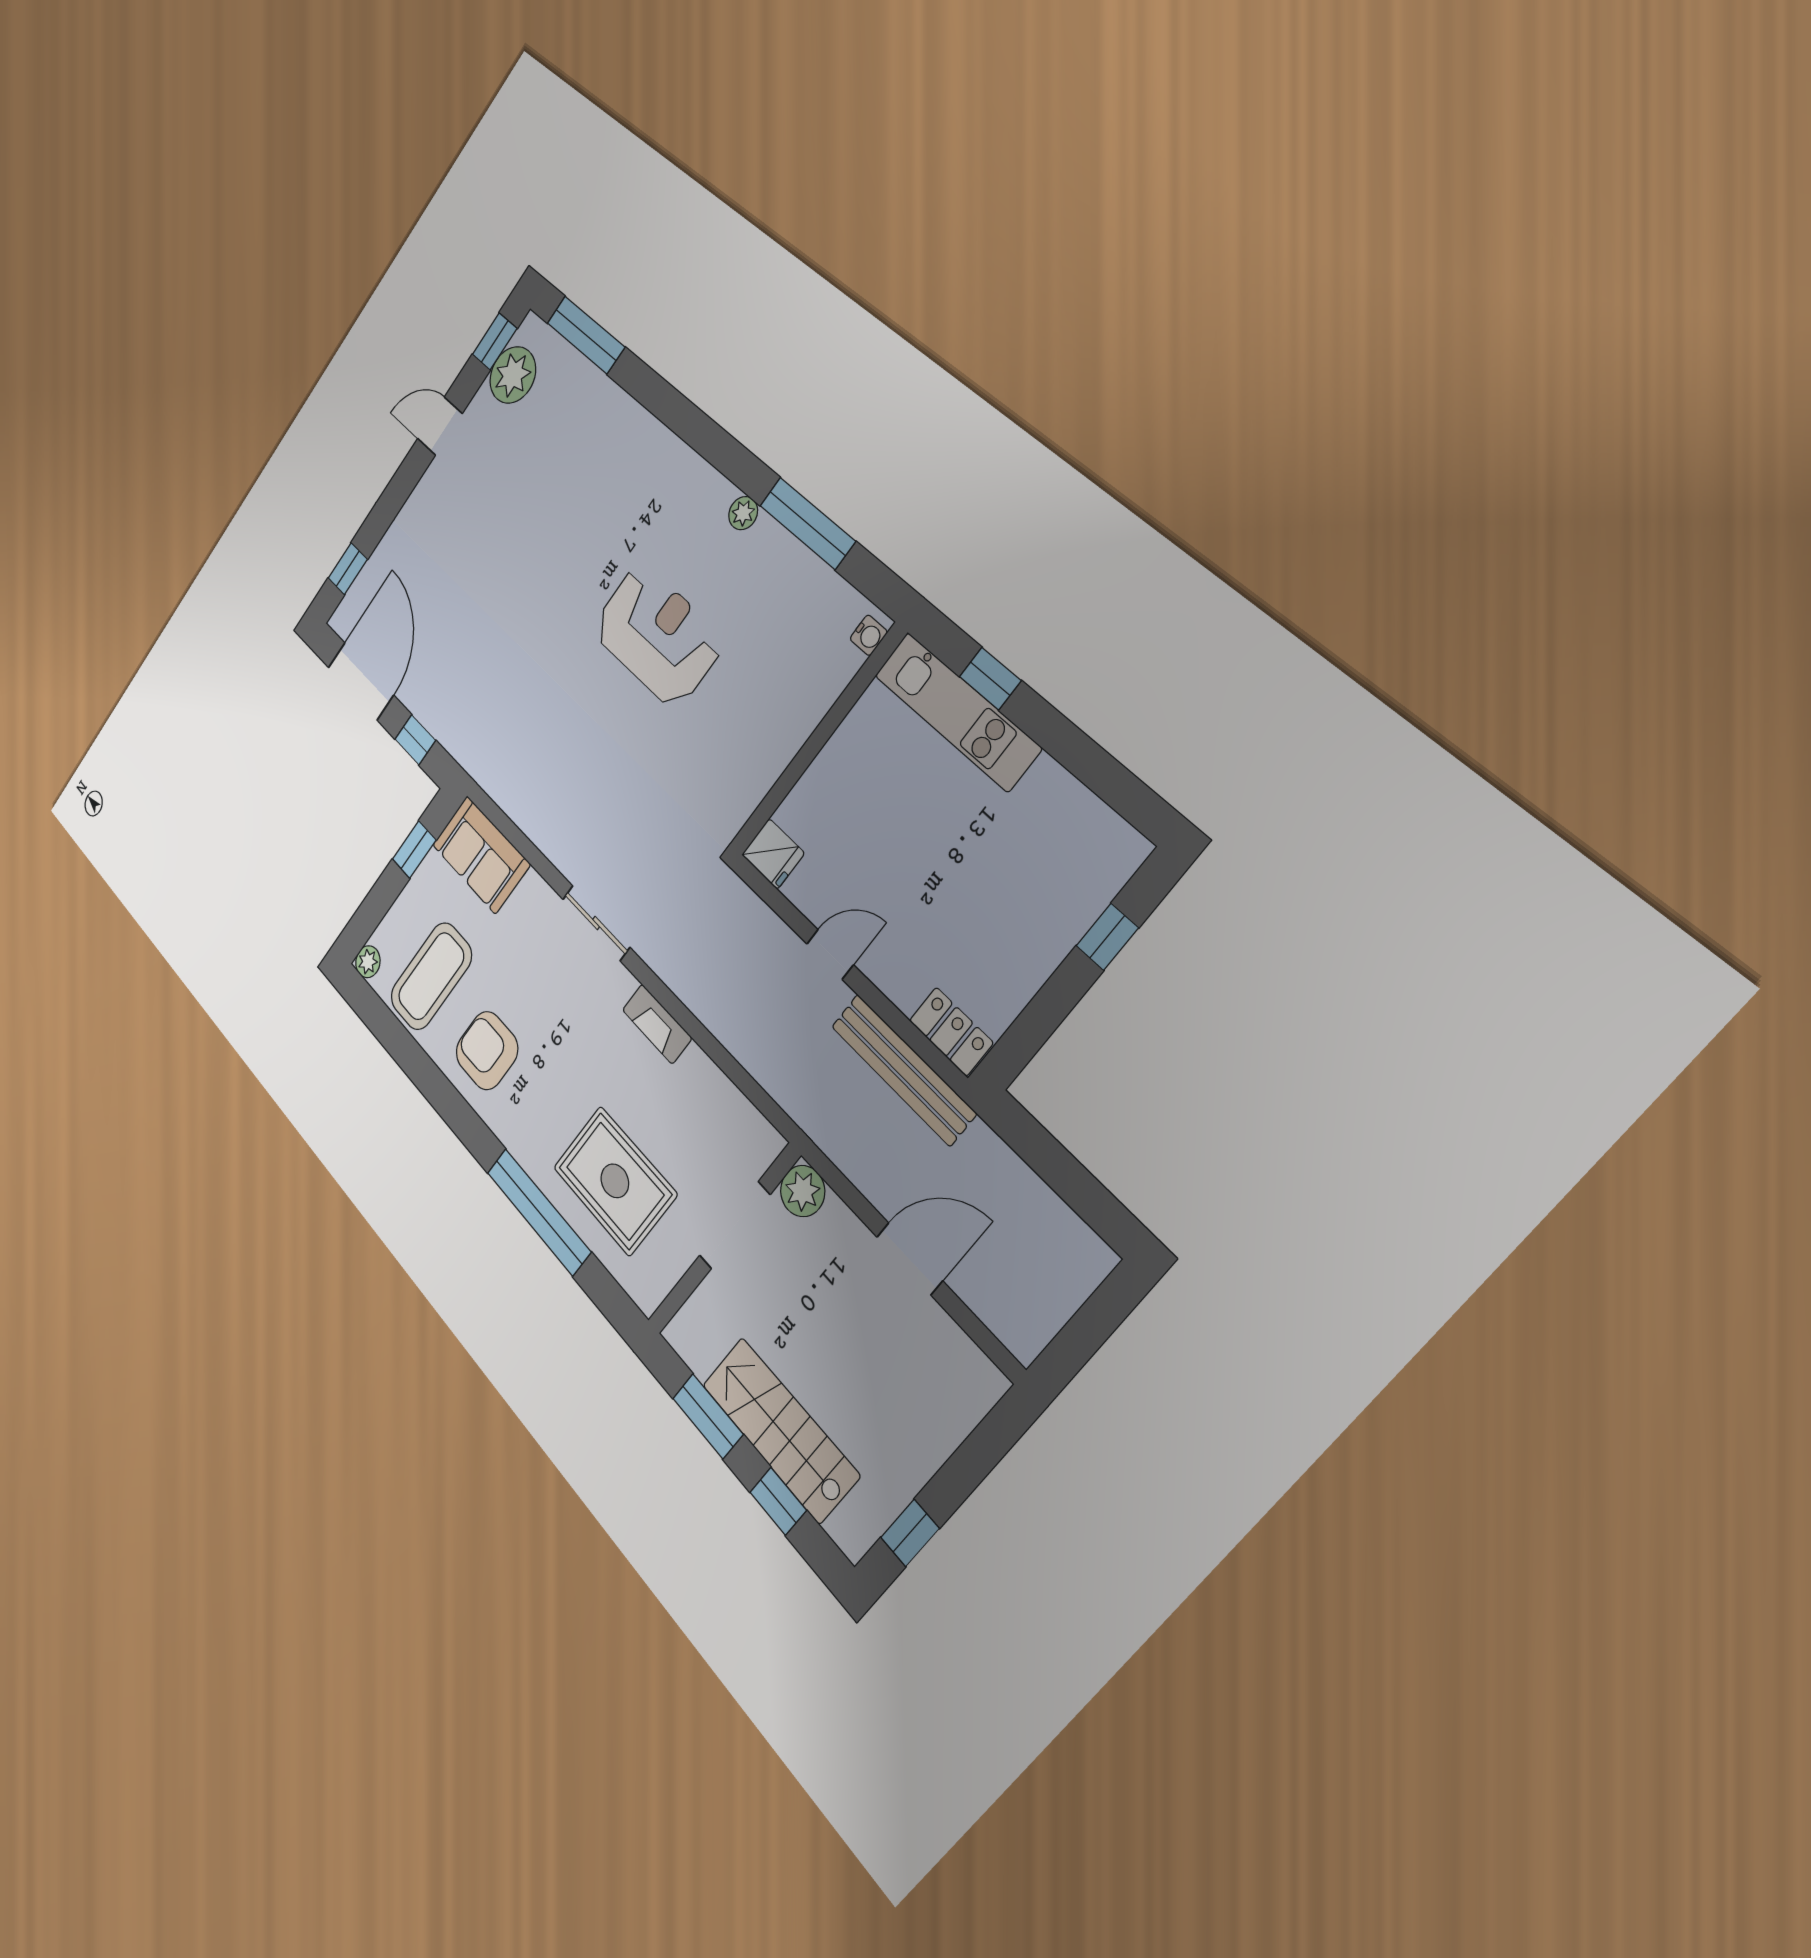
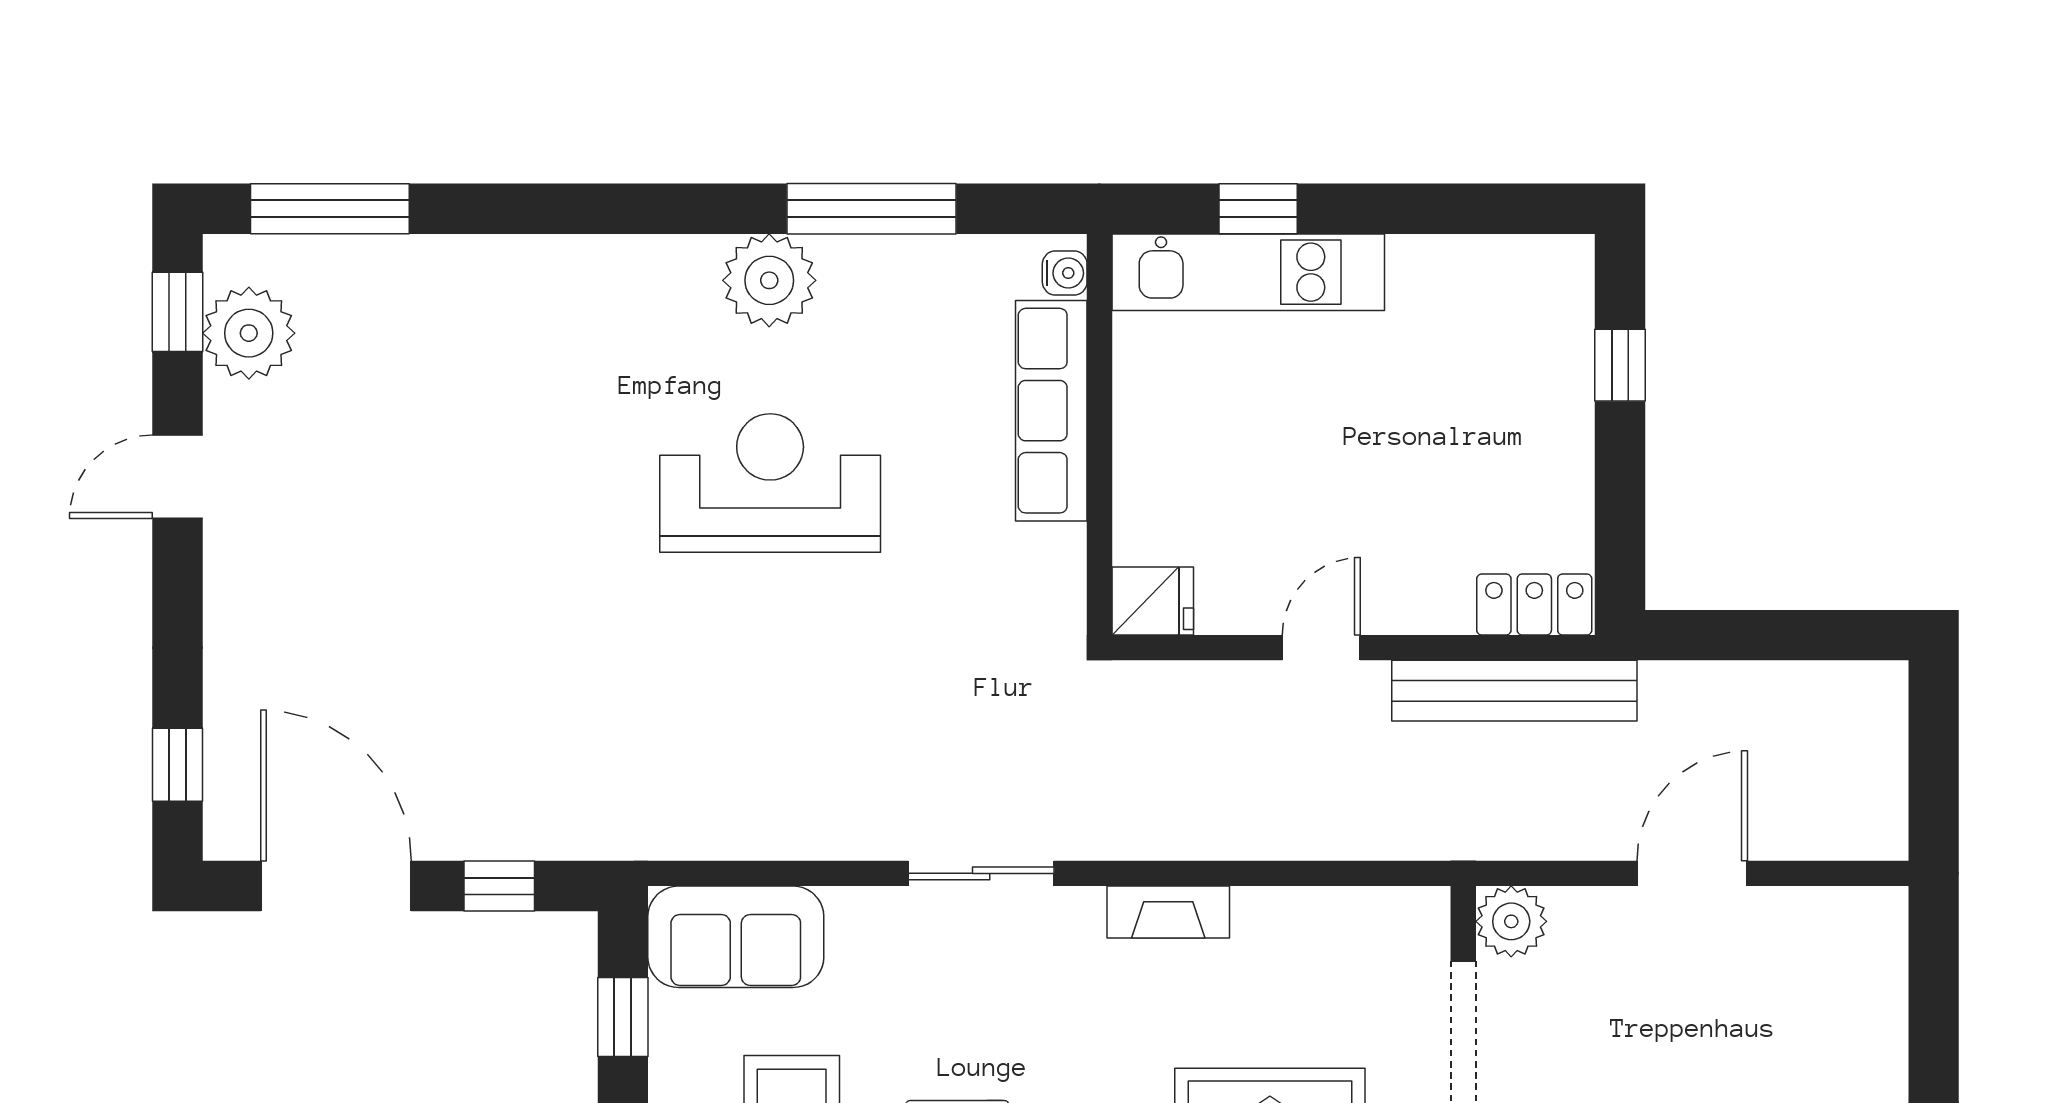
plant: (743, 513) -> (769, 280), width x1.88, depth x1.88
row of seats: (805, 707) -> (1051, 411), added

